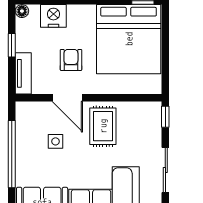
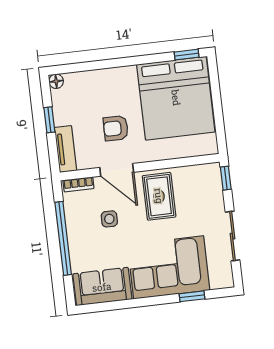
nightstand: (53, 16) -> (91, 83), removed
armchair: (71, 60) -> (116, 128), turned -90
bookcase: (31, 107) -> (78, 184), added

